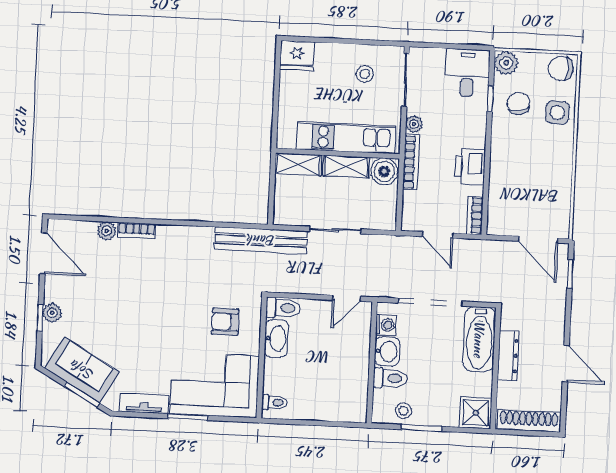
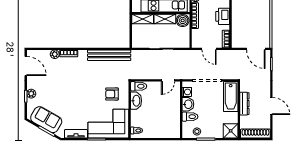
bench: (261, 240) -> (109, 55), moved

